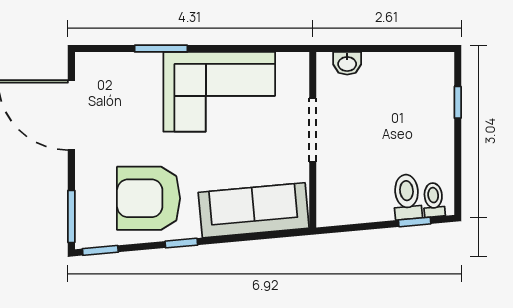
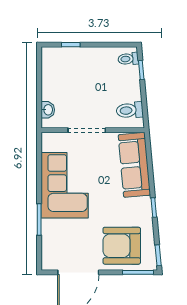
toilet: (407, 197) -> (130, 110), moved
armchair: (149, 198) -> (122, 246), moved, turned 90

